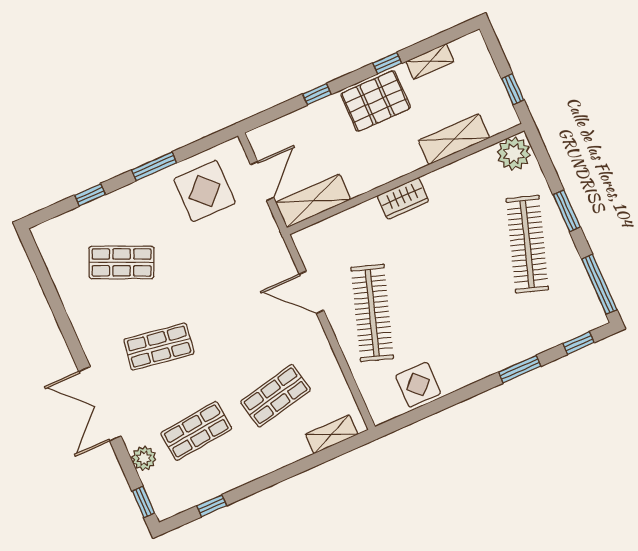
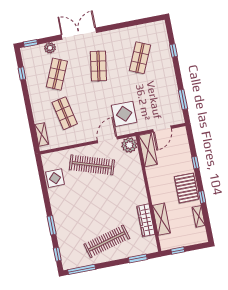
plant: (514, 154) -> (129, 145), moved
window: (154, 166) -> (183, 99), moved
door: (262, 181) -> (162, 129), hinge flipped
display table: (205, 191) -> (124, 114), moved
wardrobe: (403, 198) -> (146, 220), moved, width x1.50
window: (567, 211) -> (138, 258), moved
clothes rail: (527, 244) -> (107, 241), turned -33
shop shelf: (196, 431) -> (57, 74), turned 30

